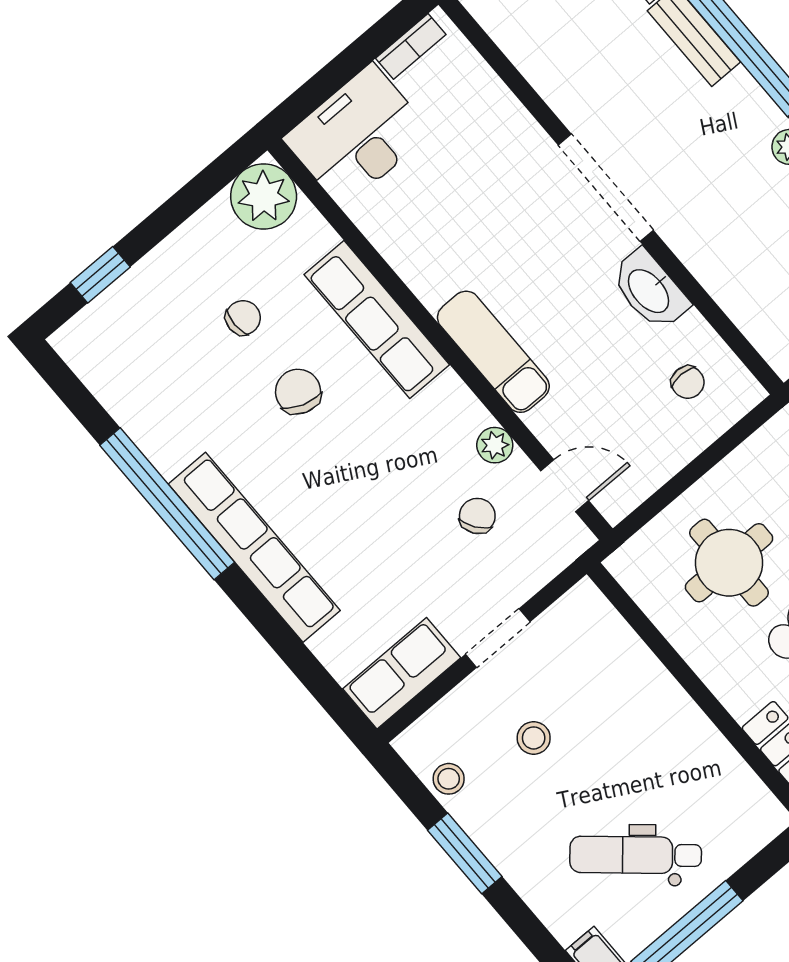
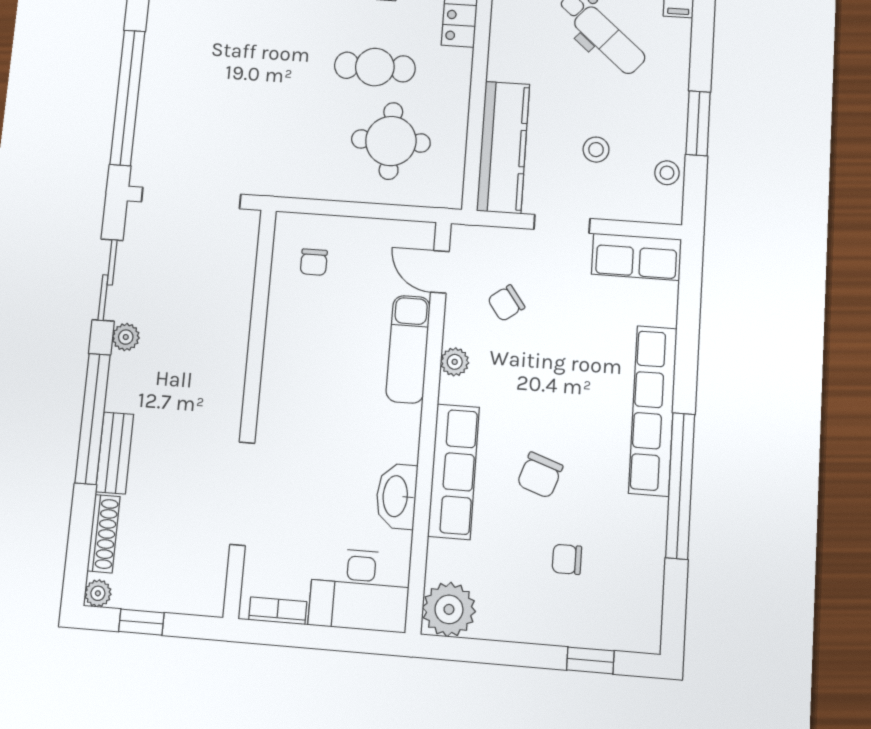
doorway: (606, 188) -> (242, 494), moved
washbasin: (650, 290) -> (396, 496), moved, turned 180
chair: (243, 318) -> (567, 559), moved
exam couch: (493, 352) -> (408, 349), moved
chair: (688, 382) -> (314, 262), turned 180
plant: (495, 445) -> (455, 362), moved
kitchen counter: (620, 657) -> (503, 147), added

